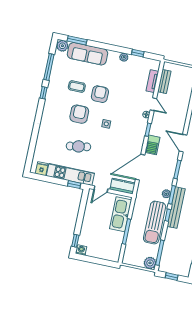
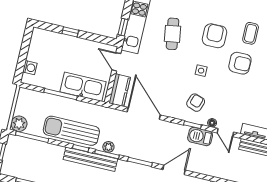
door: (153, 104) -> (225, 132), hinge flipped
armchair: (79, 114) -> (215, 36), turned -90
armchair: (131, 128) -> (196, 103), added
barbecue: (152, 145) -> (200, 137), moved
window: (75, 241) -> (70, 32), moved
washing machine: (81, 250) -> (30, 68), moved

